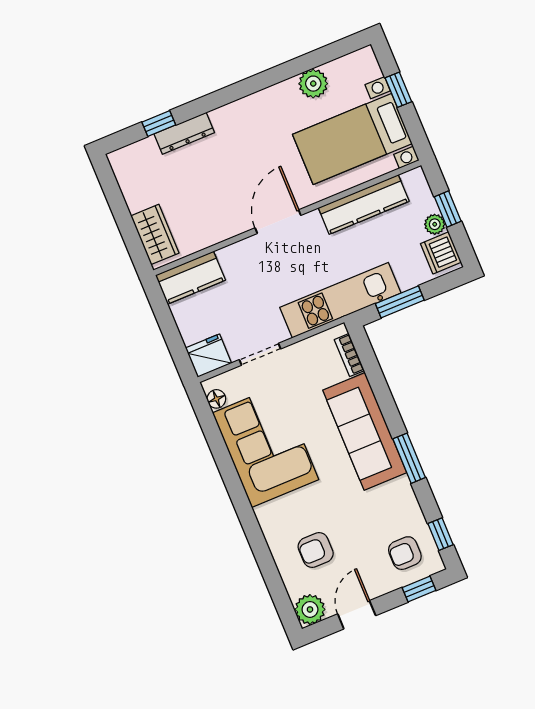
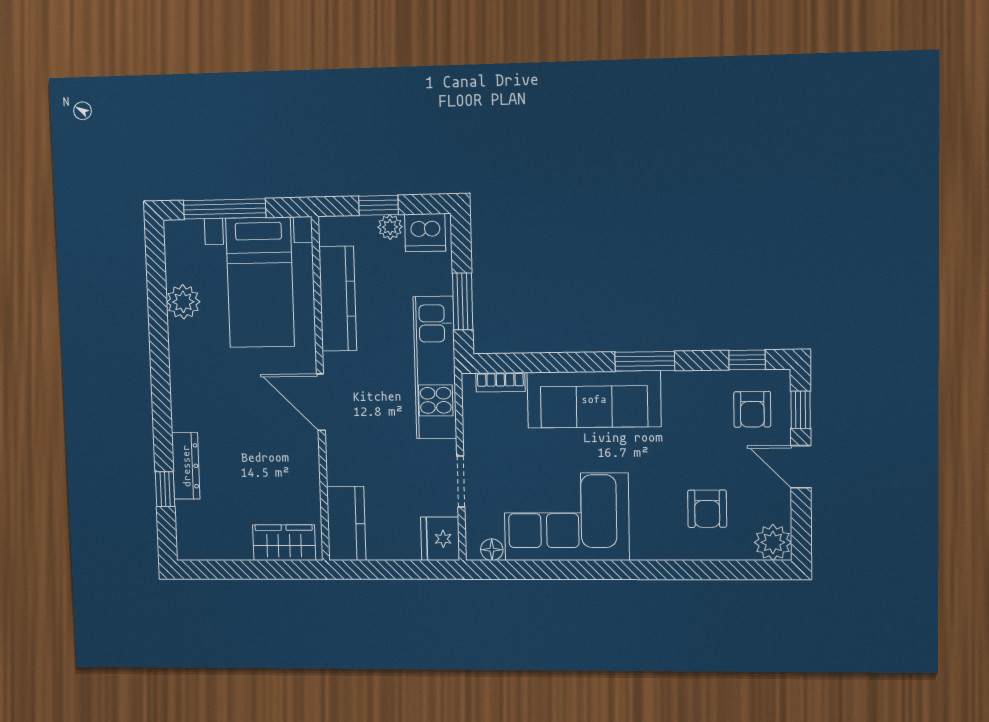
window: (398, 90) -> (225, 209), width x2.17
door: (357, 615) -> (801, 467), moved

